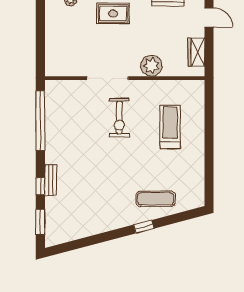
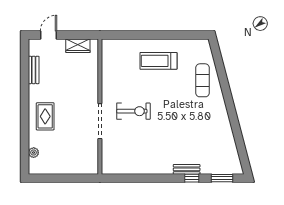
plant: (151, 66) -> (89, 84), removed
window: (40, 120) -> (136, 178), removed
treadmill: (170, 127) -> (158, 61), moved
window: (144, 227) -> (226, 90), removed

